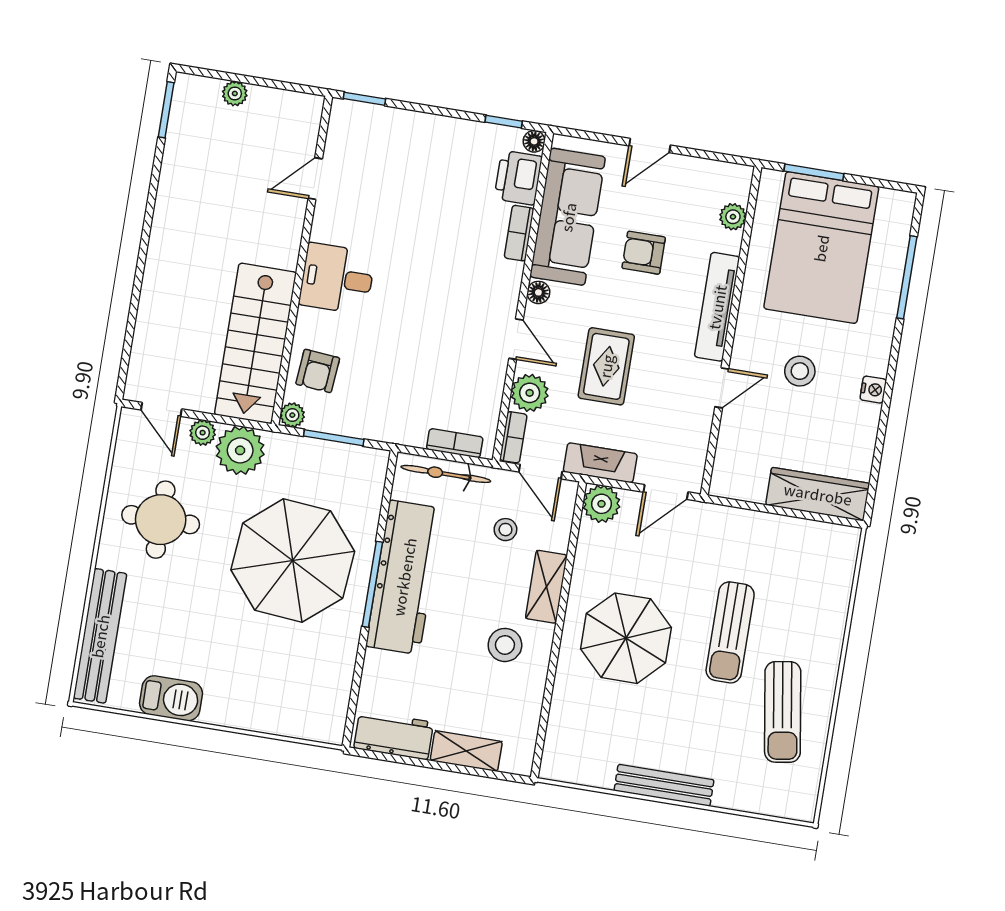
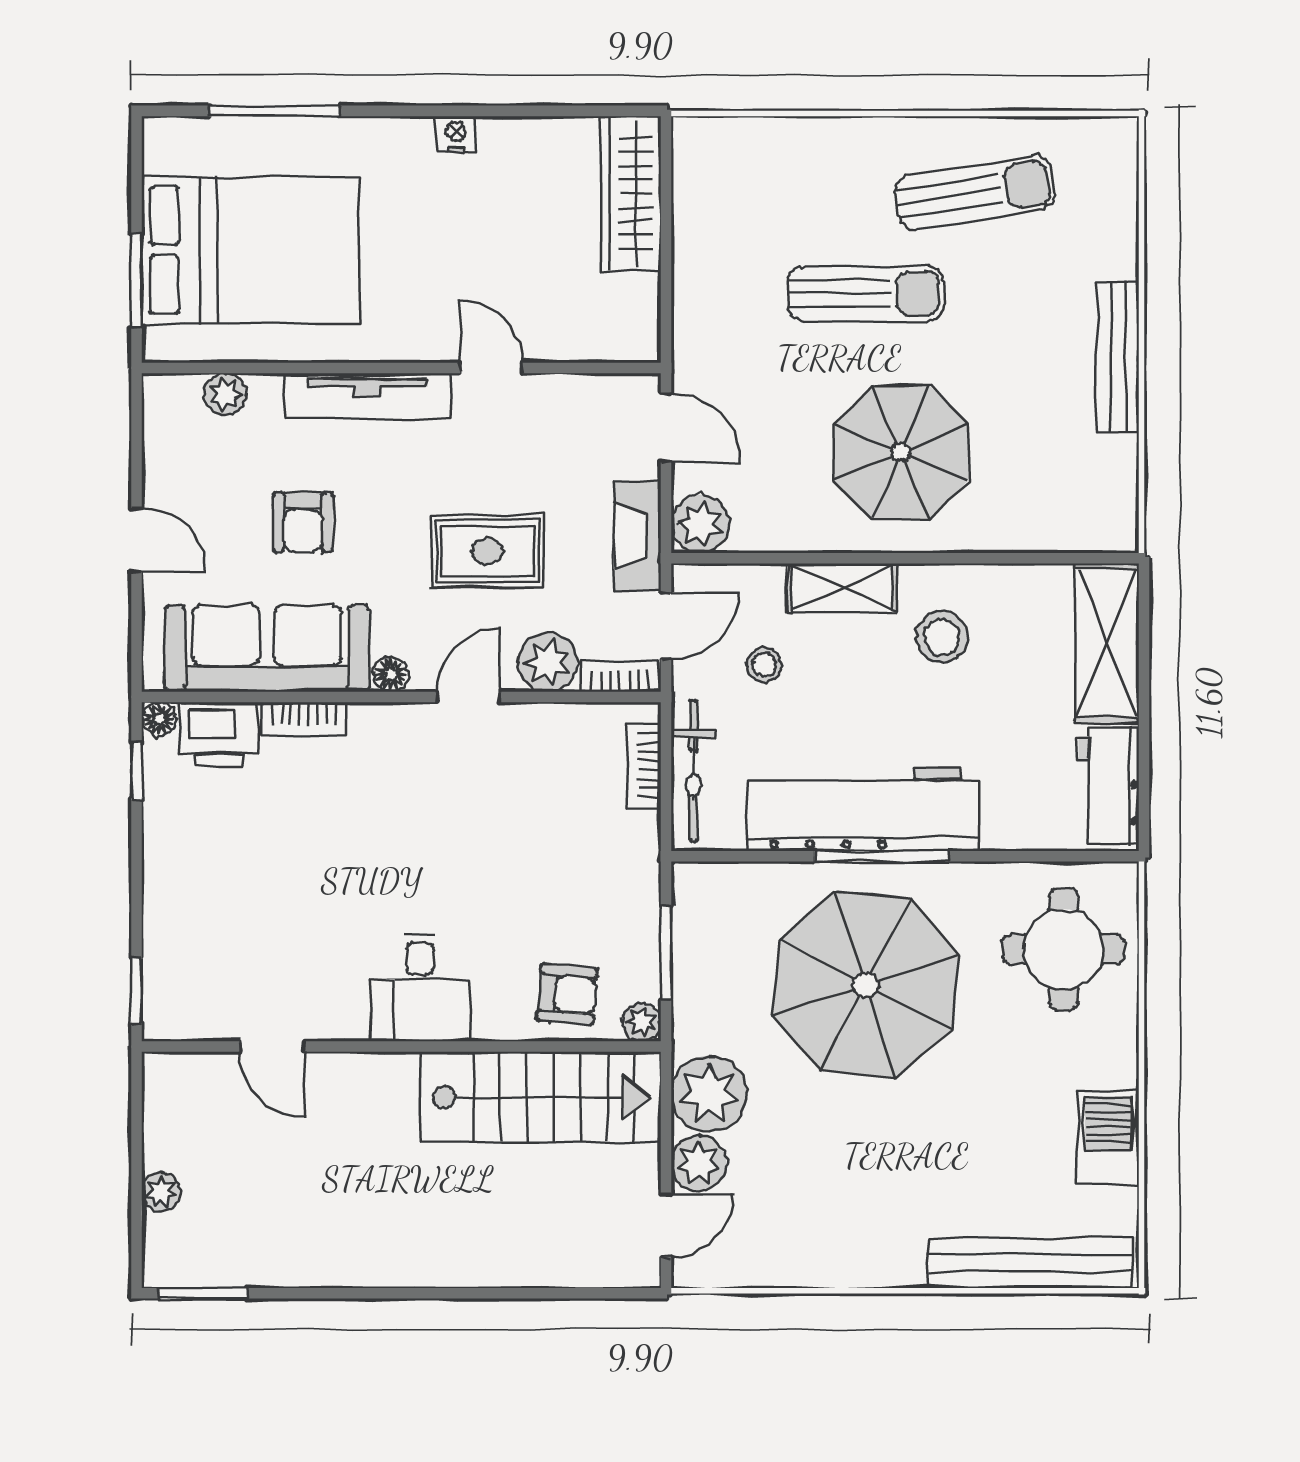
stool: (800, 371) -> (446, 252), removed
plant: (203, 433) -> (699, 1163), width x1.38, depth x1.38
round table: (161, 520) -> (1063, 949), moved
shelving: (466, 751) -> (1107, 643), width x1.50, depth x1.33

